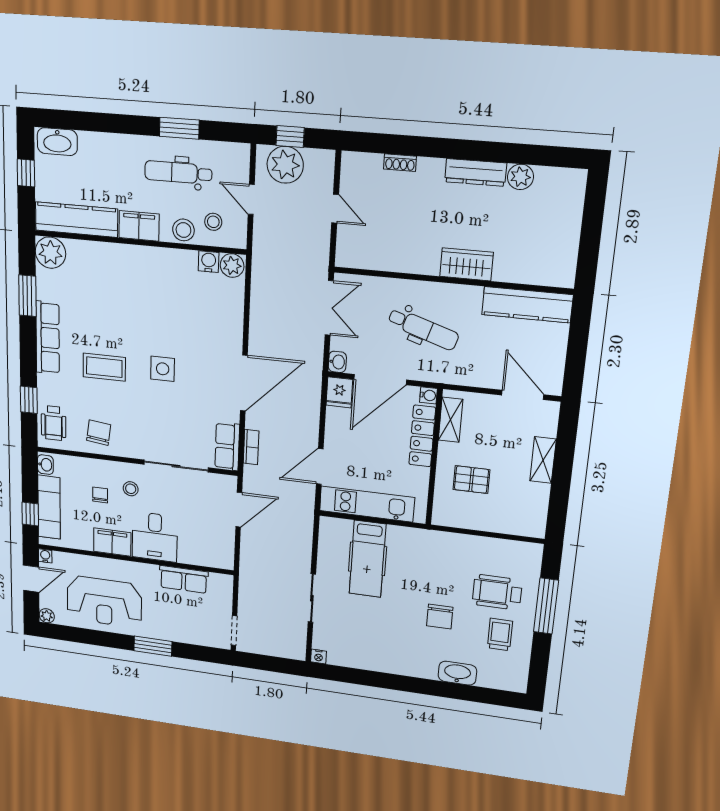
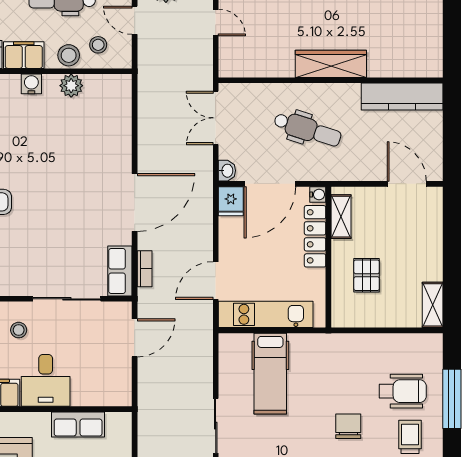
water cooler: (209, 262) -> (31, 84), moved
wardrobe: (467, 264) -> (331, 64), width x1.50
plant: (232, 266) -> (71, 86), moved
double door: (329, 308) -> (216, 118), swing flipped
side table: (163, 369) -> (50, 197), removed
shelving: (543, 460) -> (433, 305), moved
pallet: (471, 480) -> (367, 275), turned 90
wheelchair: (497, 592) -> (403, 391), turned 180
chair: (440, 616) -> (348, 426), turned 180

